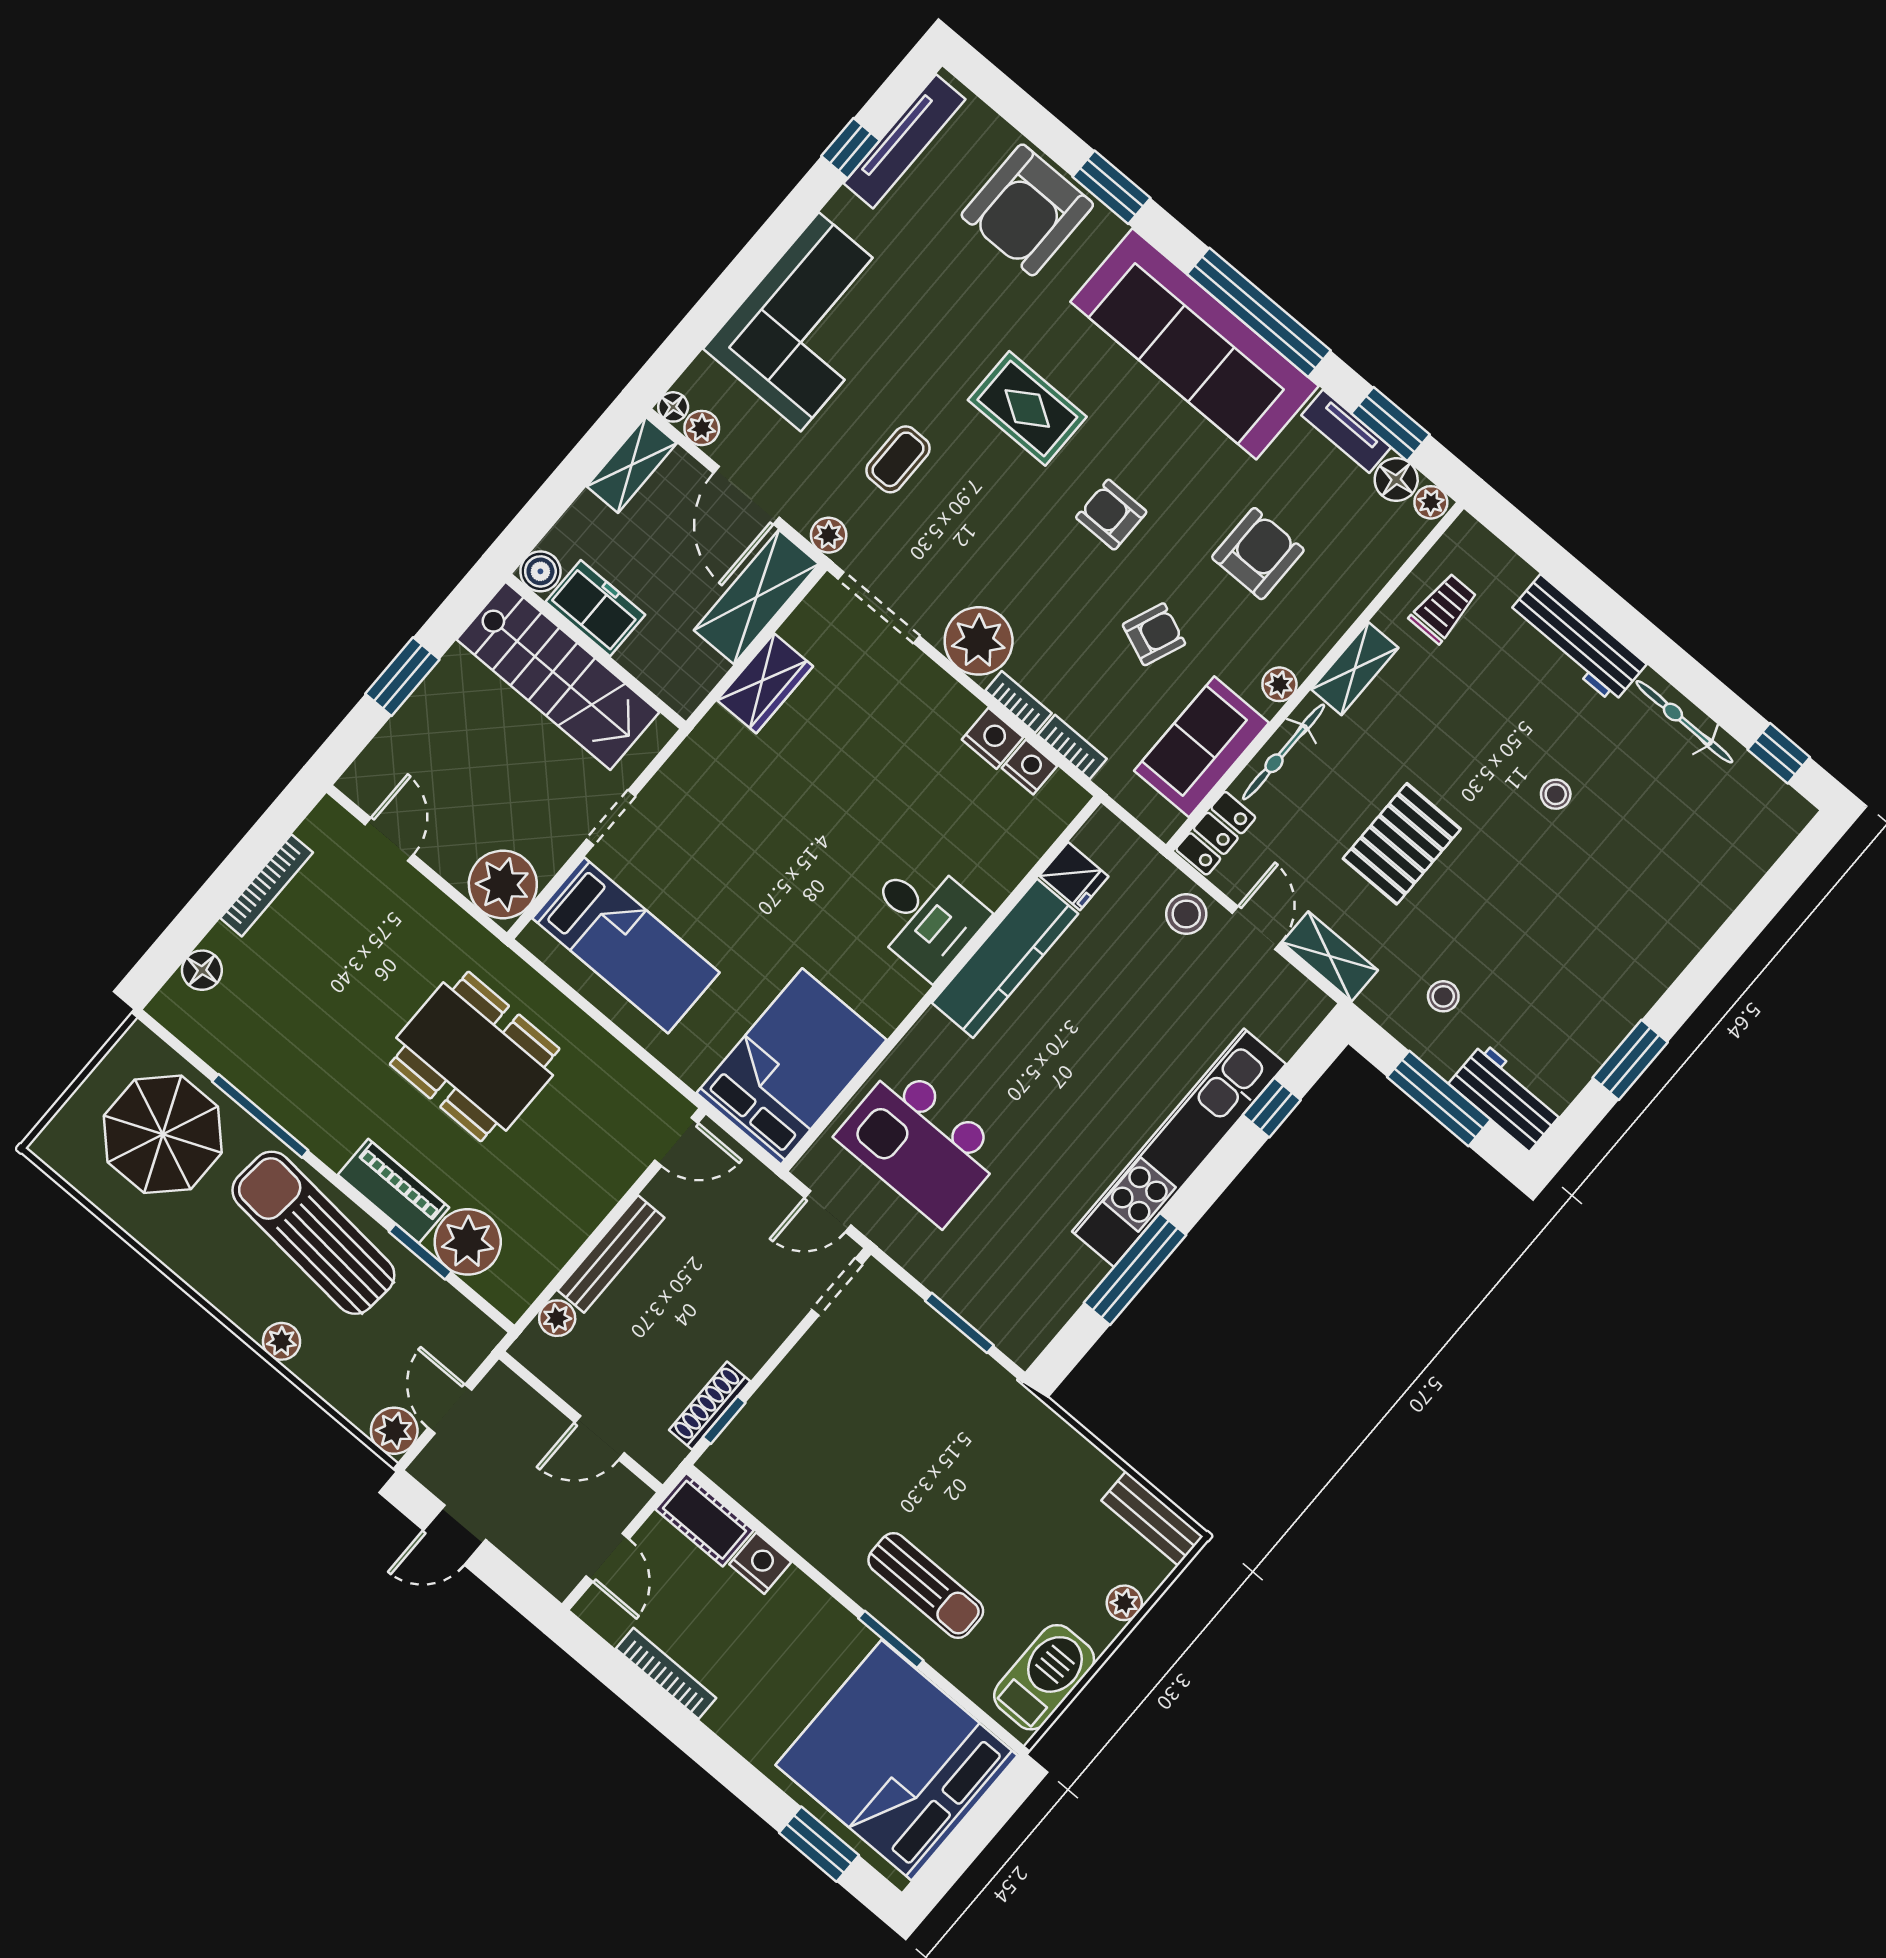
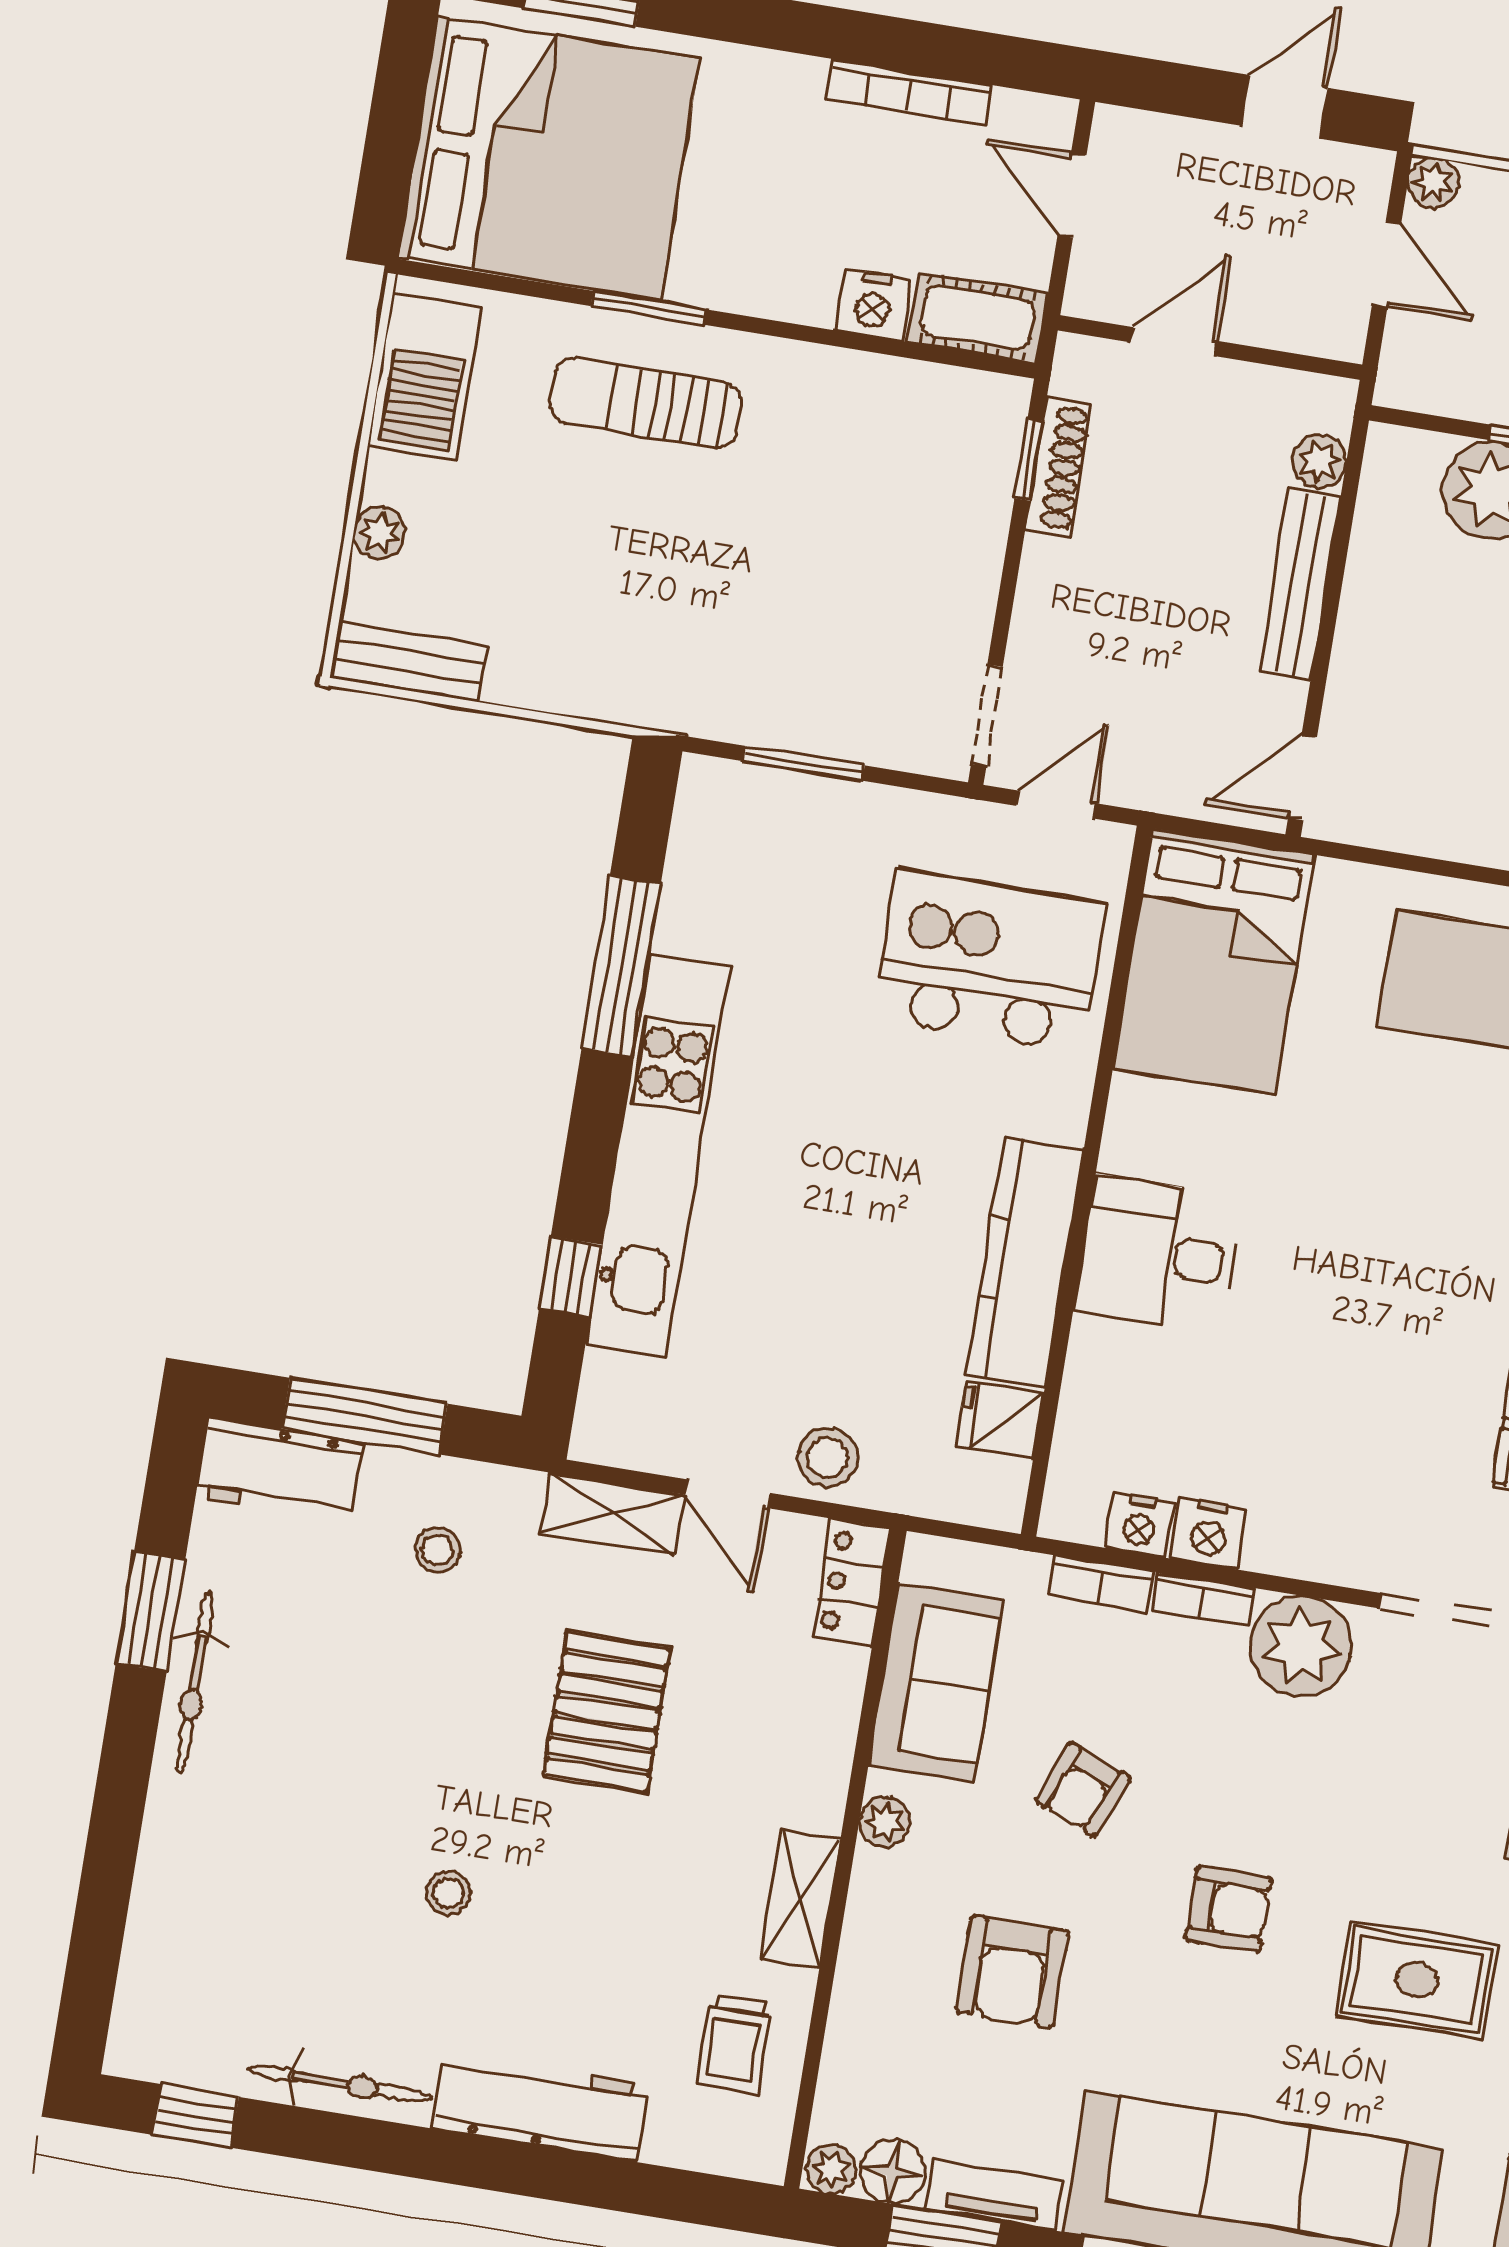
bicycle: (1284, 752) -> (194, 1683), moved, turned 180
plant: (394, 1431) -> (1433, 183), width x0.73, depth x0.73

